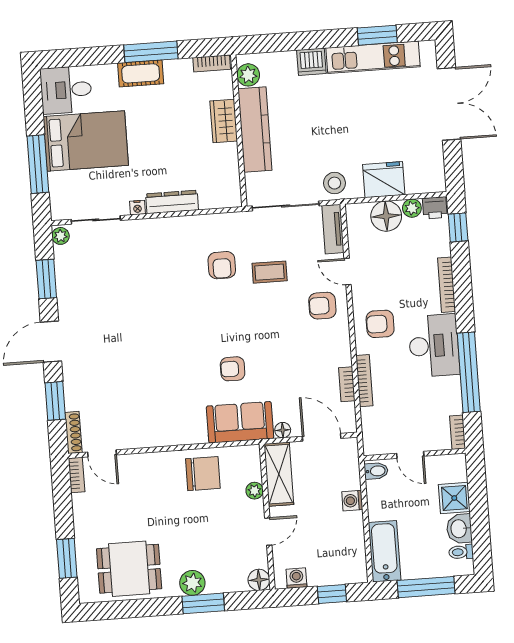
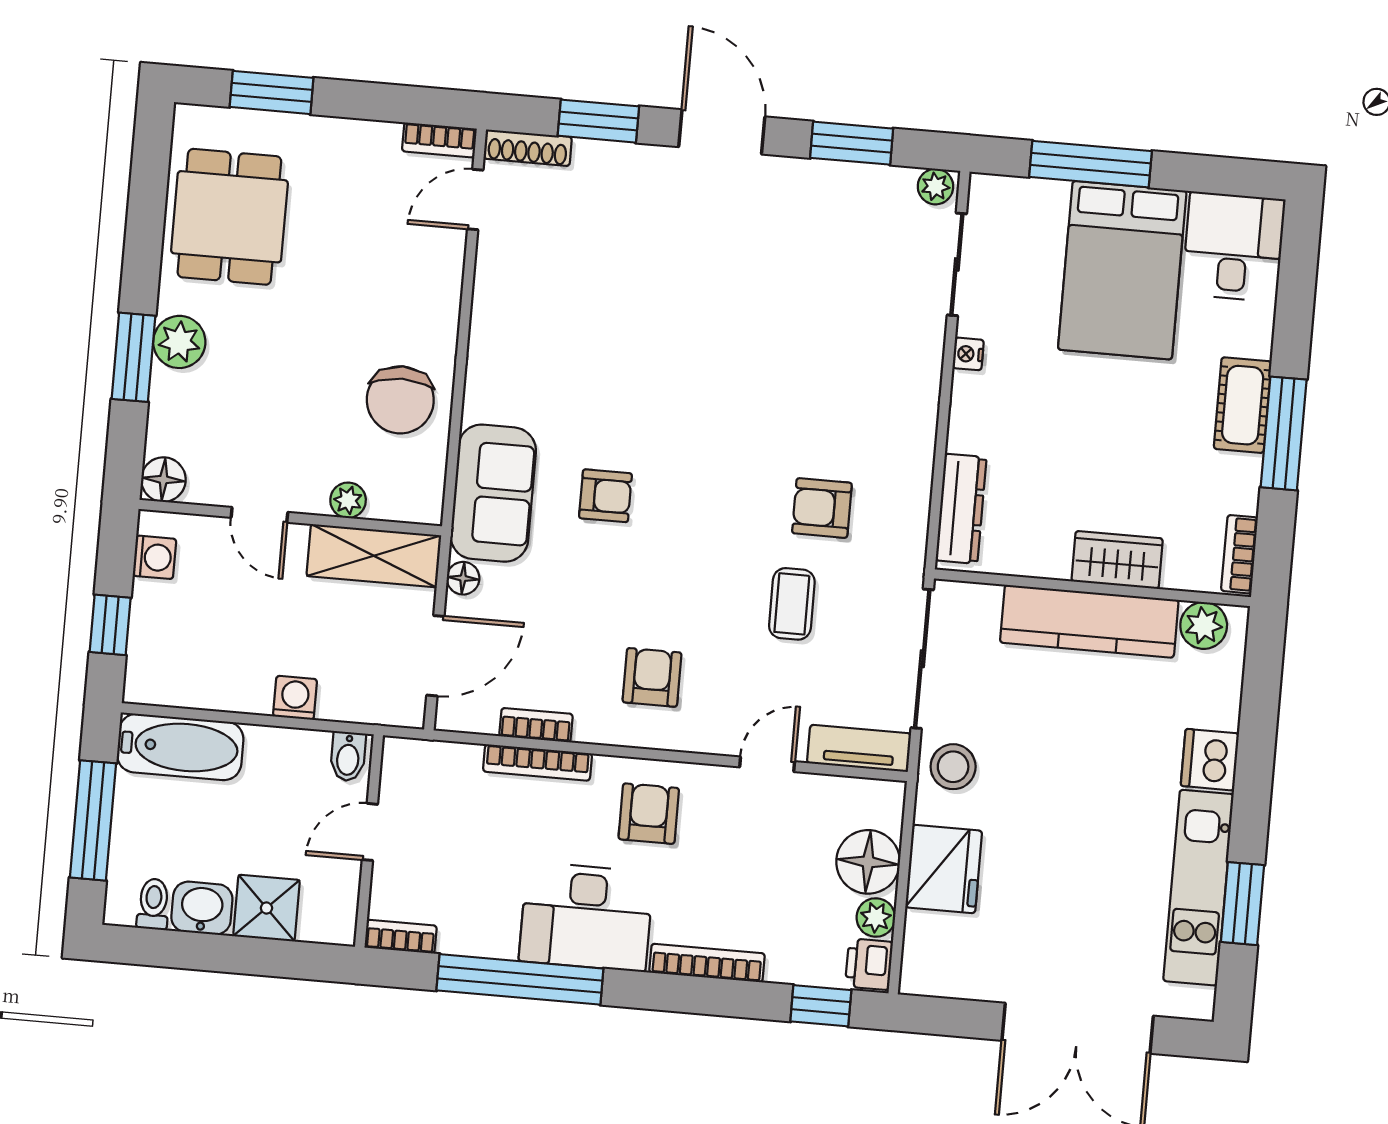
dresser: (172, 202) -> (961, 509), moved
armchair: (322, 306) -> (652, 677), moved
armchair: (233, 369) -> (605, 496), turned 90

